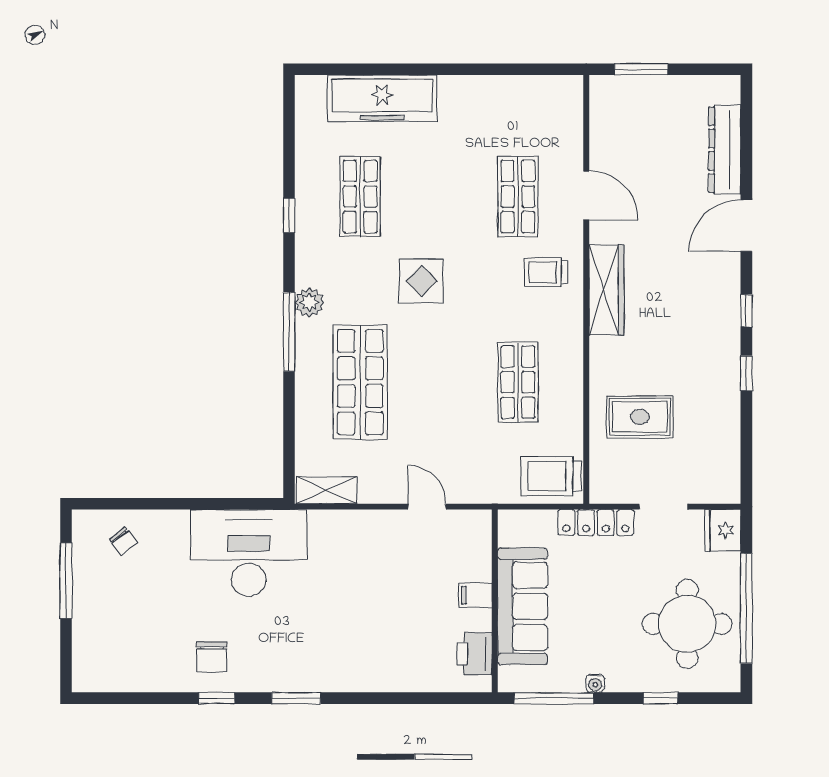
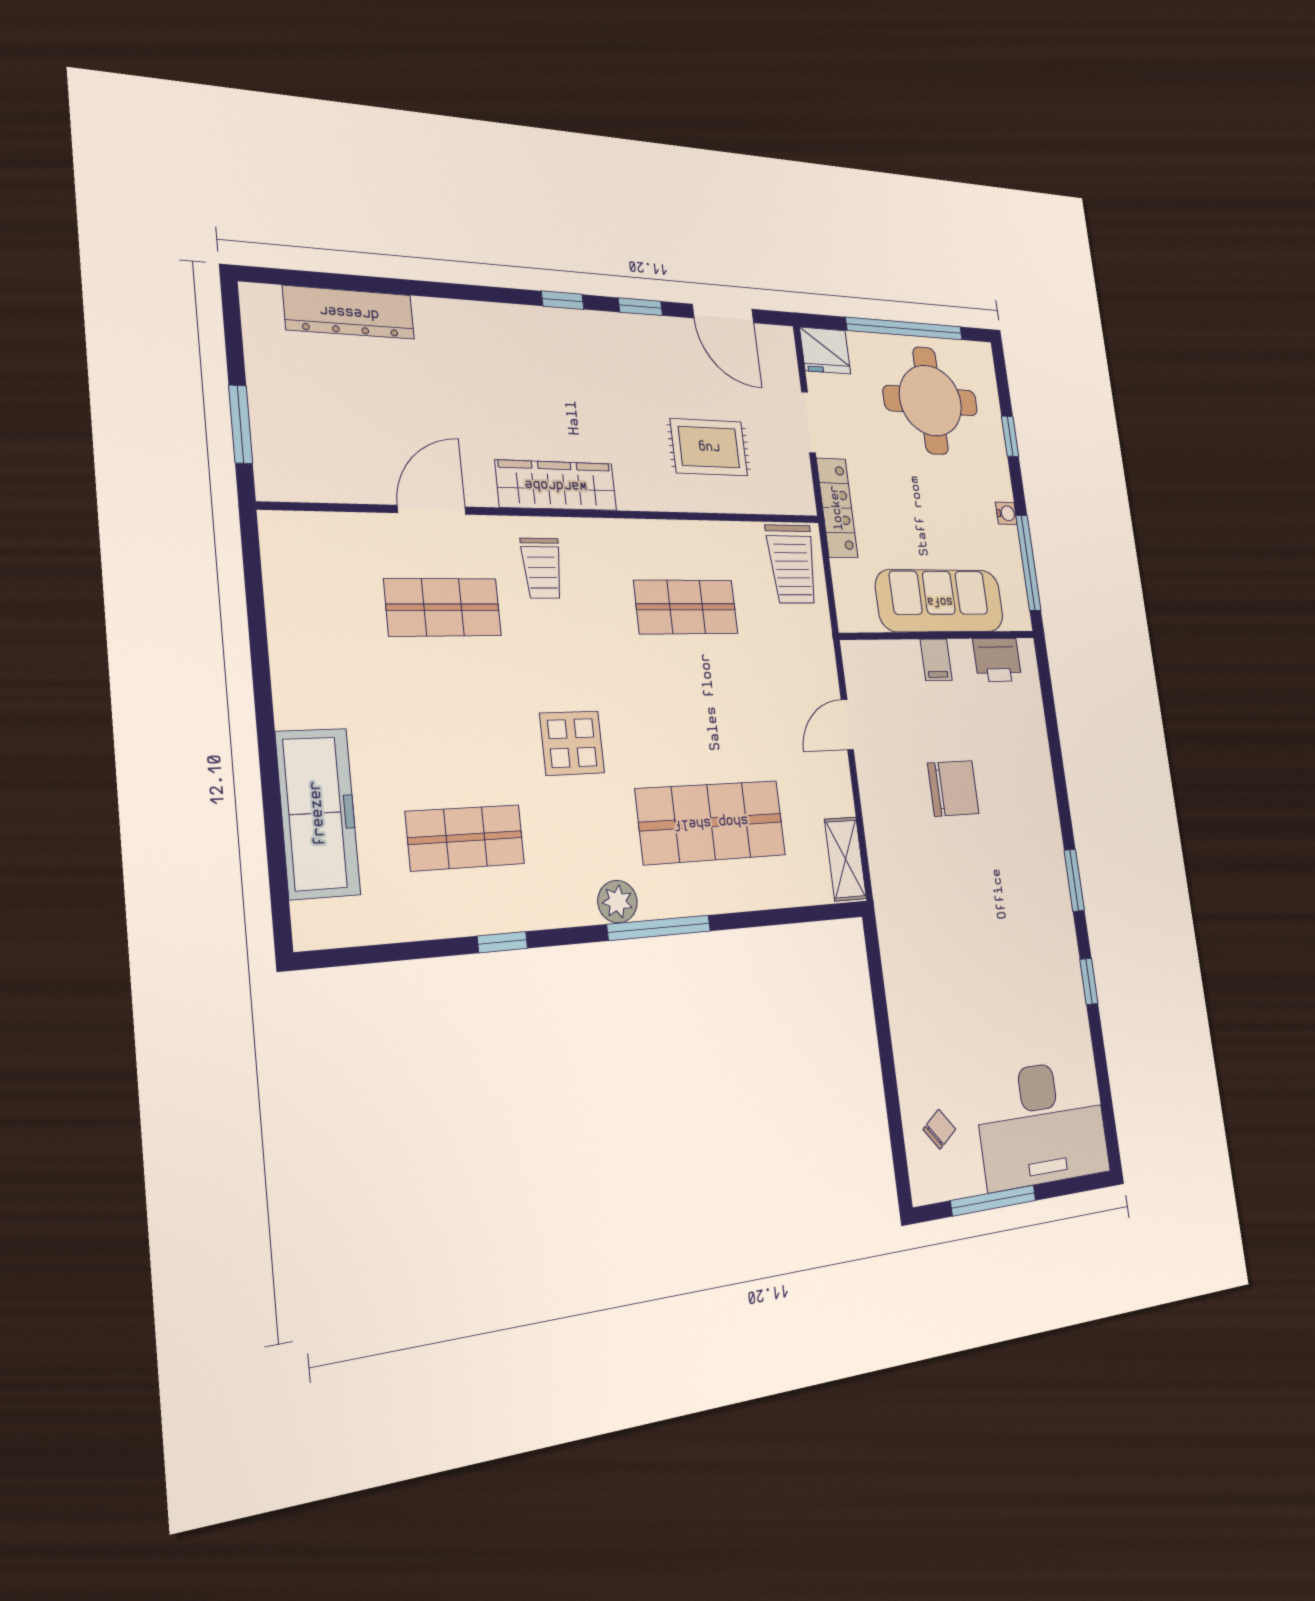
door: (746, 226) -> (723, 314), moved
rug: (640, 417) -> (709, 447), turned 90
desk: (249, 553) -> (1042, 1124), moved, turned -90
chair: (212, 657) -> (953, 788), moved, width x1.37, depth x1.37

